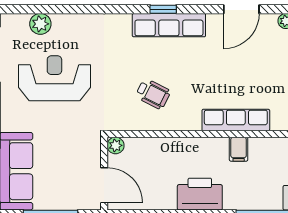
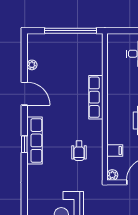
wheelchair: (153, 94) -> (79, 151), turned 153
filing cabinet: (239, 149) -> (115, 151), moved

